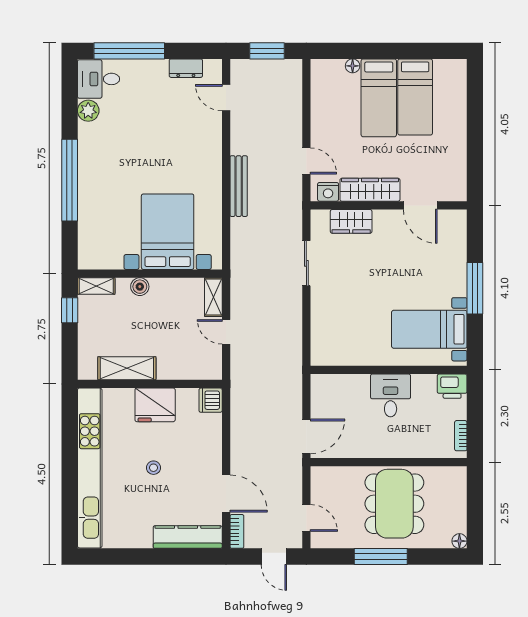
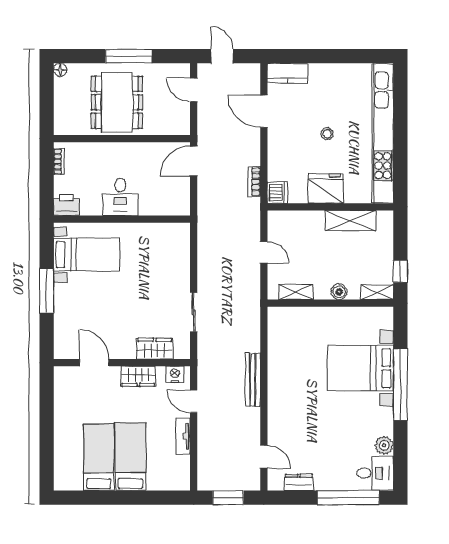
floor lamp: (353, 66) -> (153, 484), removed
tv unit: (318, 121) -> (183, 436), added
wardrobe: (370, 190) -> (138, 376), width x0.67
bed with nightstands: (168, 232) -> (360, 368), moved, turned 90
shelving: (213, 297) -> (296, 292), moved, turned 90
bookcase: (237, 531) -> (254, 182), moved
kitchen counter: (188, 537) -> (287, 73), width x0.67

